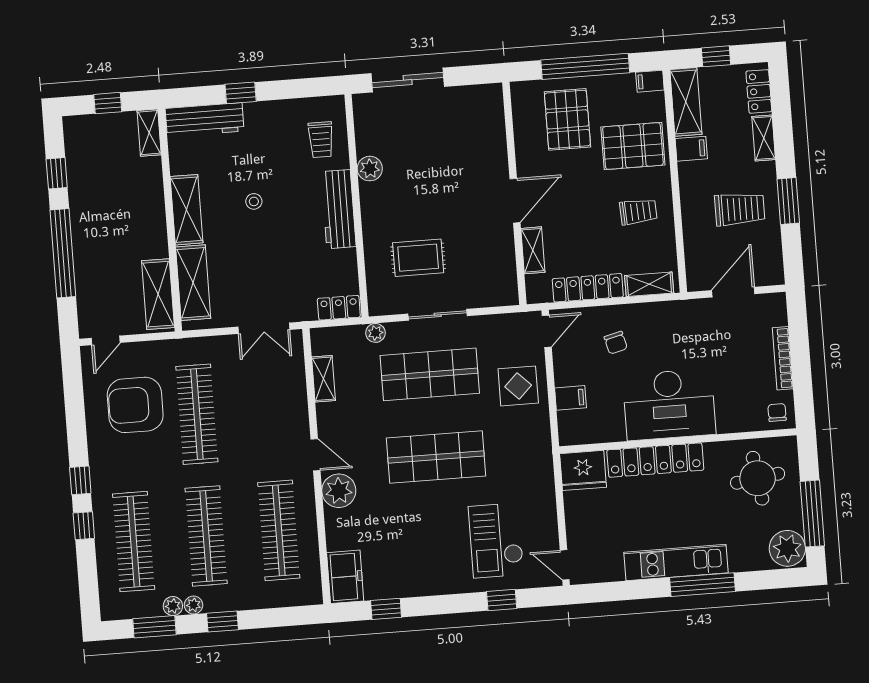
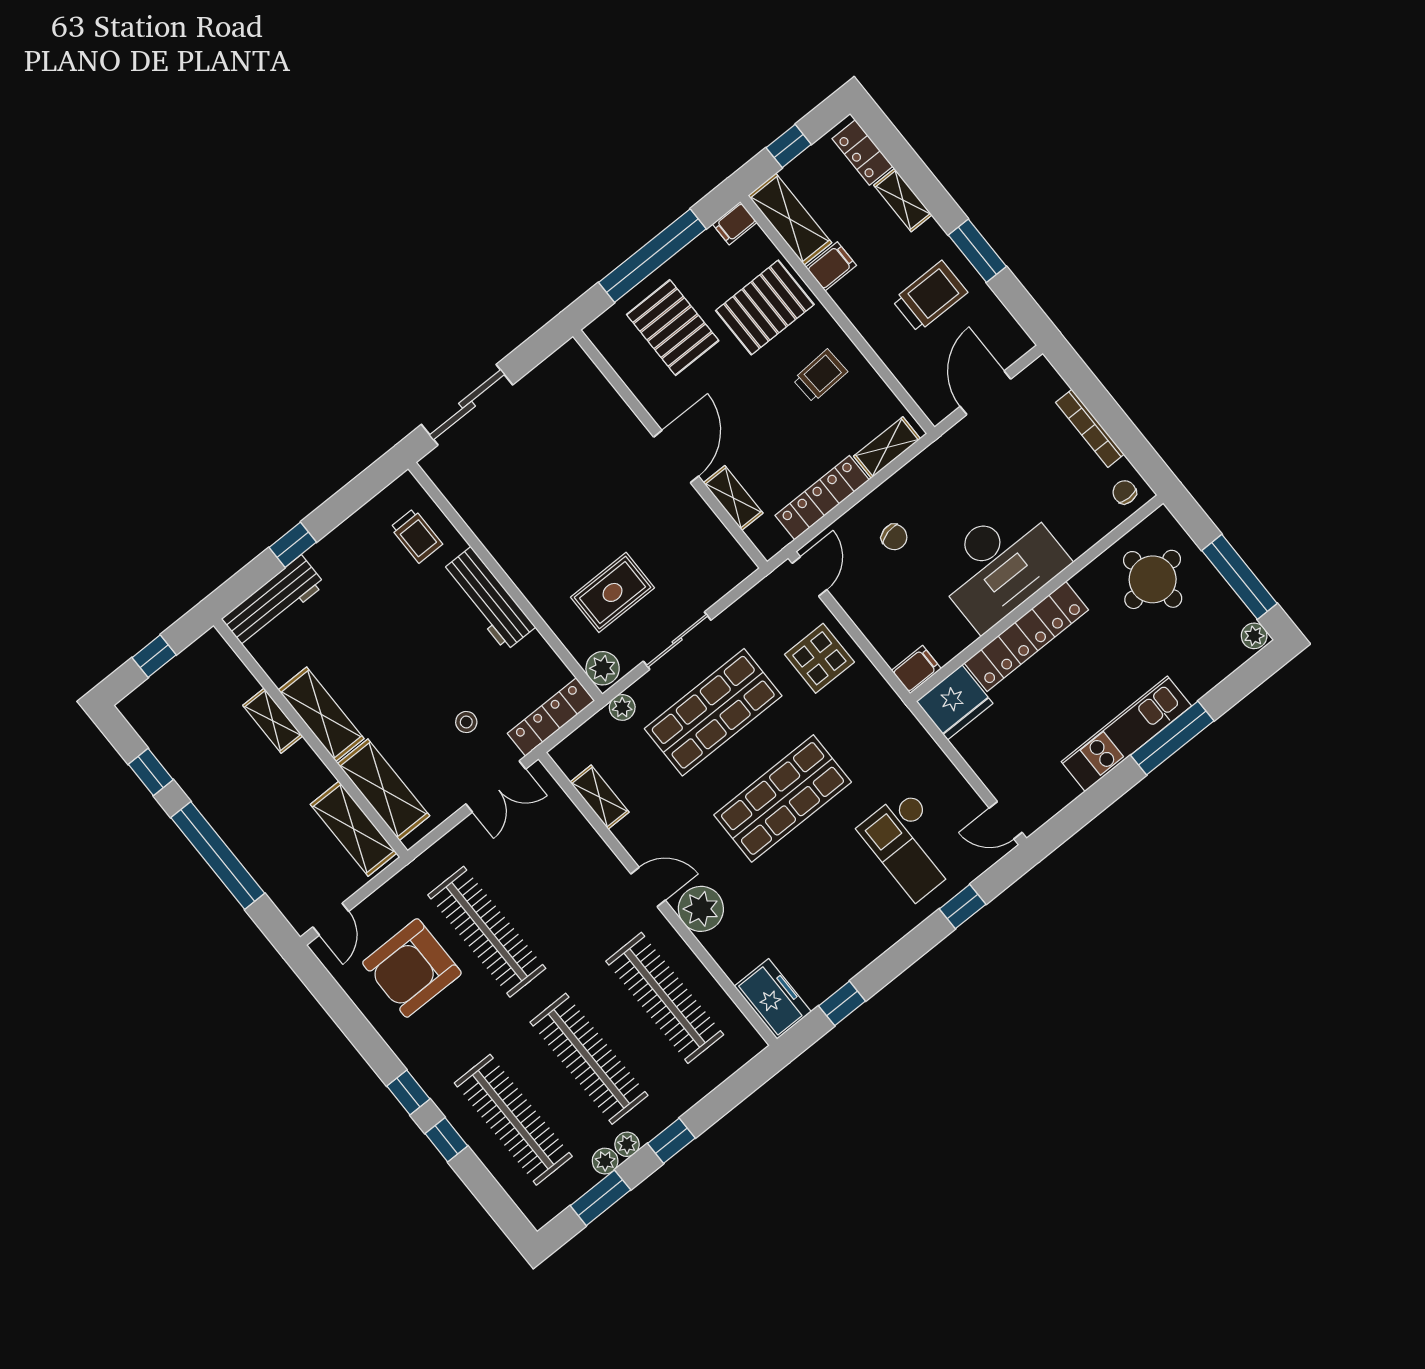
shelving: (149, 133) -> (273, 721), moved
plant: (370, 169) -> (603, 668), moved
stool: (254, 201) -> (466, 722), moved
locker: (339, 308) -> (551, 717), width x1.53
filing cabinet: (571, 398) -> (916, 670), moved
plant: (787, 548) -> (1254, 636), width x0.53, depth x0.53

